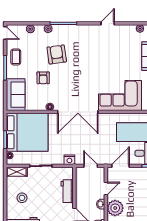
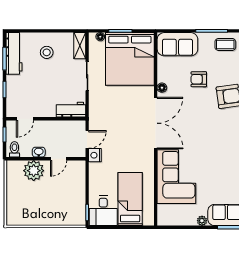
double door: (78, 112) -> (156, 123), swing flipped
nightstand: (69, 160) -> (95, 155), moved
door: (120, 166) -> (87, 177), removed
door: (106, 188) -> (59, 159), hinge flipped
workbench: (67, 191) -> (71, 110), moved

